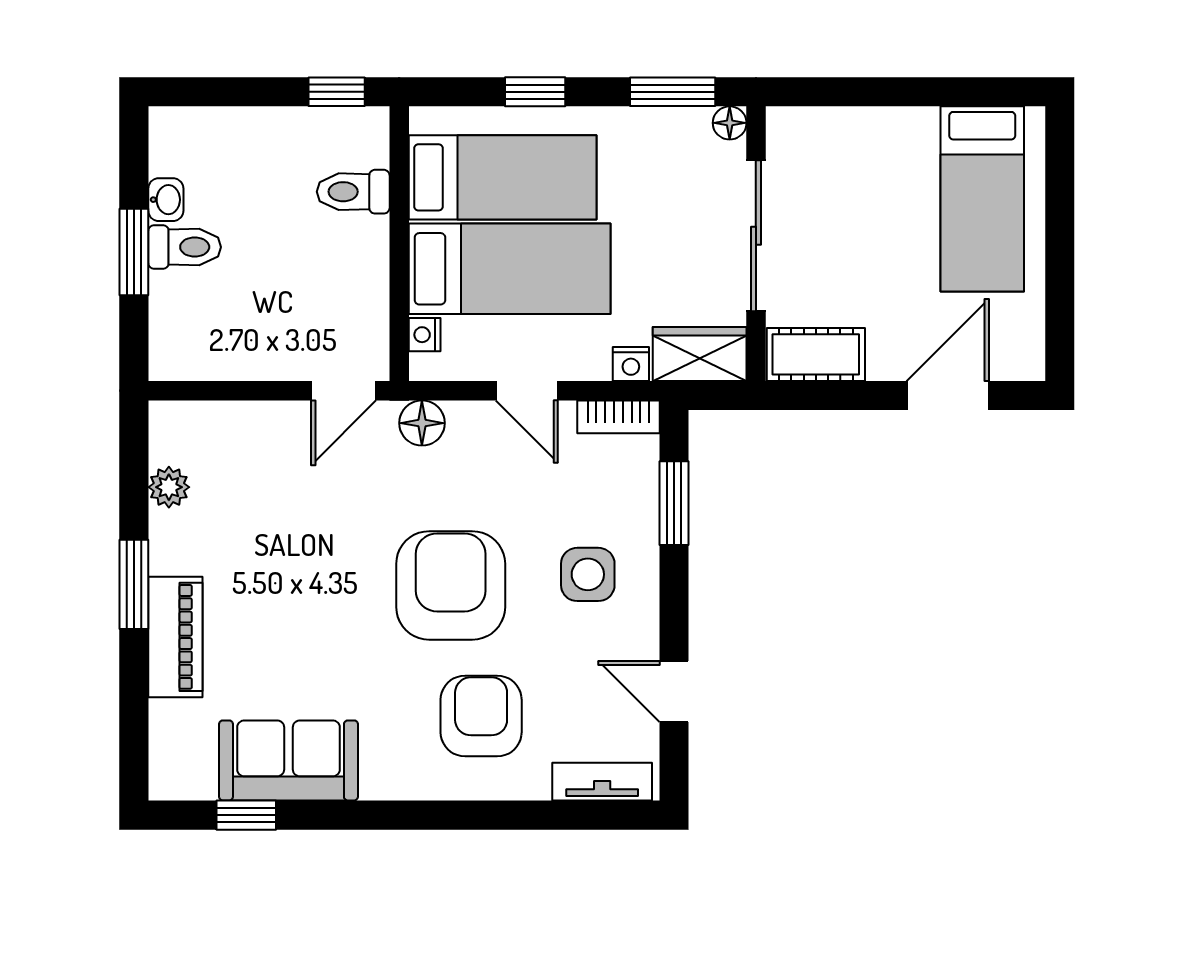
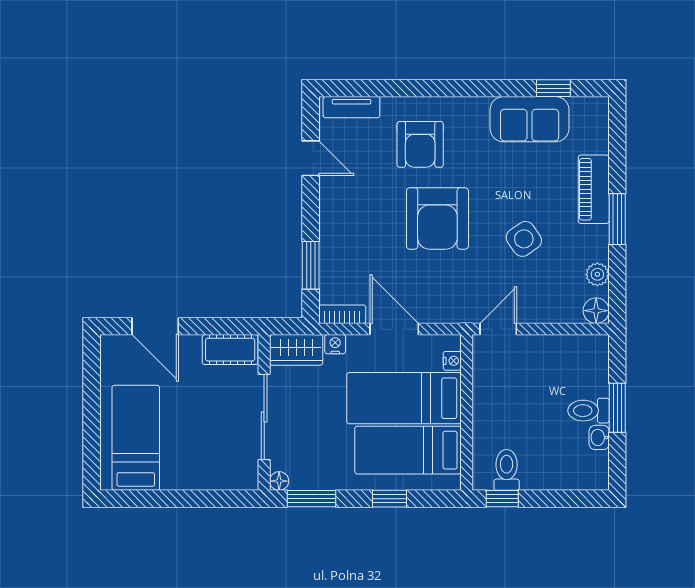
toilet: (353, 192) -> (507, 470), moved, turned -90
door: (527, 391) -> (394, 329), width x1.38
door: (948, 396) -> (155, 326), hinge flipped
floor lamp: (422, 423) -> (596, 311), moved
side table: (588, 574) -> (524, 239), moved, turned -35

